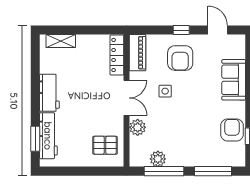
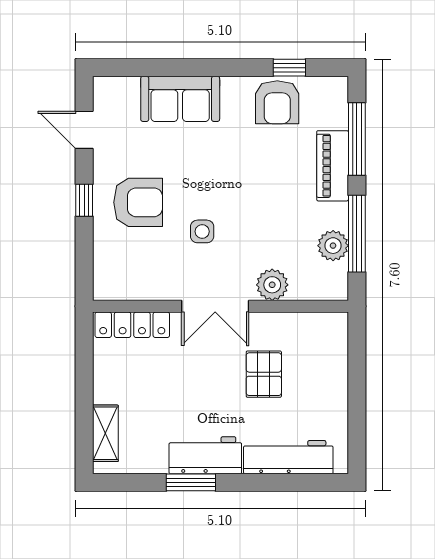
door: (218, 30) -> (84, 130), hinge flipped
piano: (138, 53) -> (333, 166), moved, turned -90
double door: (126, 98) -> (215, 306), swing flipped
armchair: (232, 130) -> (277, 102), turned -90
window: (35, 139) -> (191, 482), moved
pallet: (105, 145) -> (264, 374), moved

